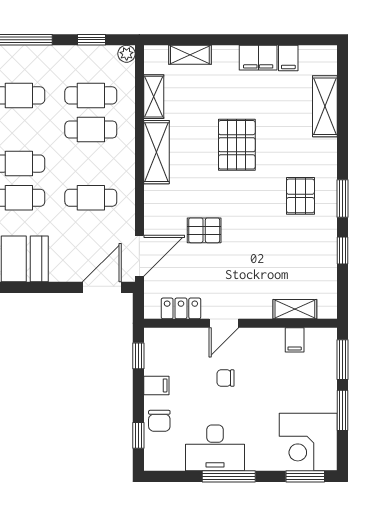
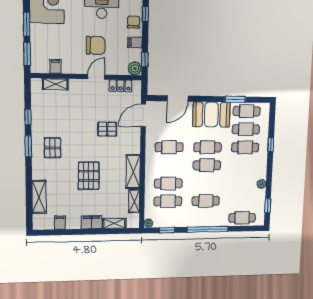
filing cabinet: (258, 58) -> (91, 222), moved
door: (102, 287) -> (178, 98), moved
plant: (156, 340) -> (135, 68), added
chair: (226, 378) -> (95, 45), width x1.87, depth x1.87

